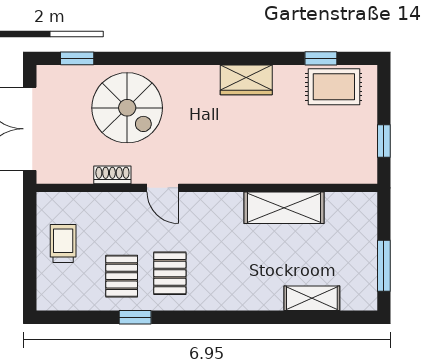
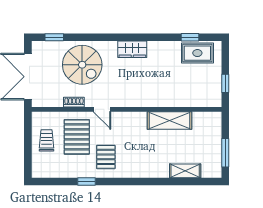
wardrobe: (246, 80) -> (132, 49), moved
pallet: (122, 276) -> (77, 137), moved, width x1.50, depth x1.42

